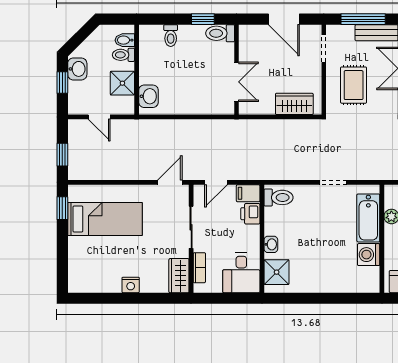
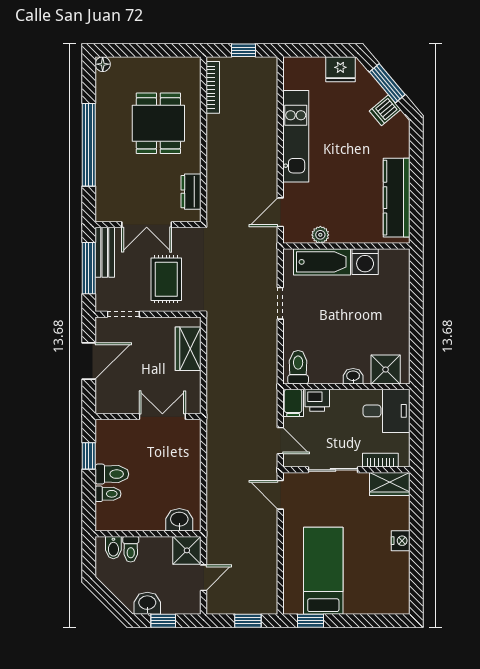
toilet: (220, 33) -> (112, 474), moved, turned -90
shower: (122, 83) -> (187, 550), moved
rug: (354, 85) -> (166, 279), turned 90

